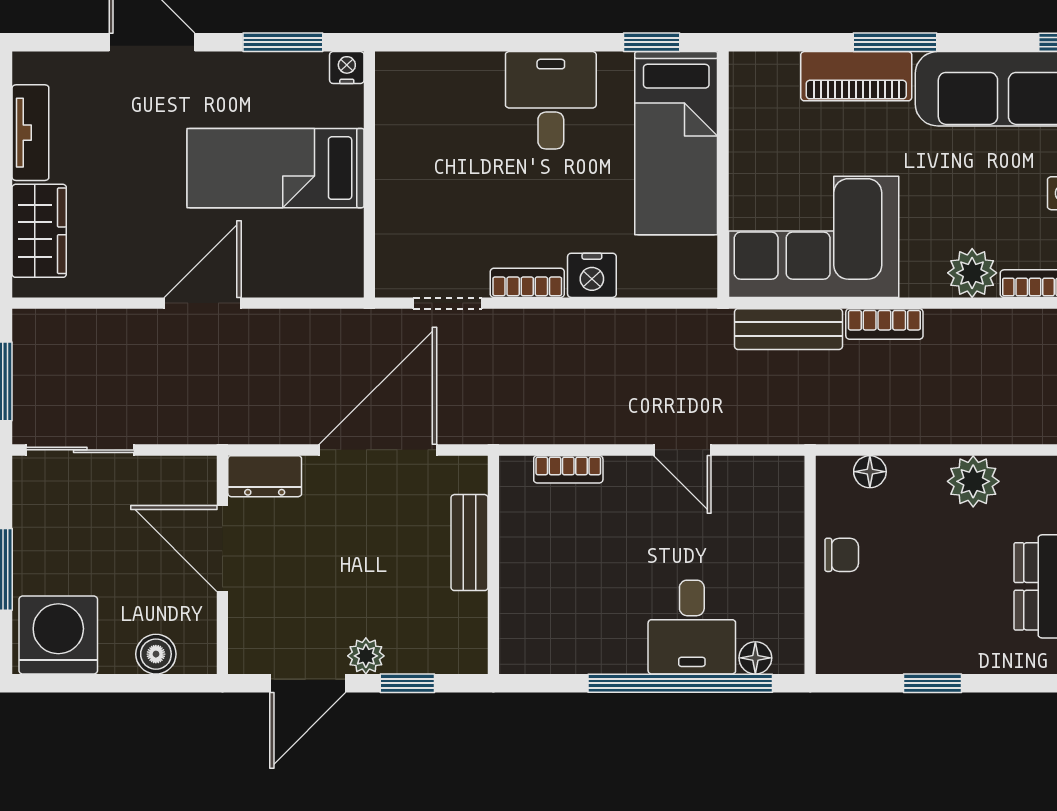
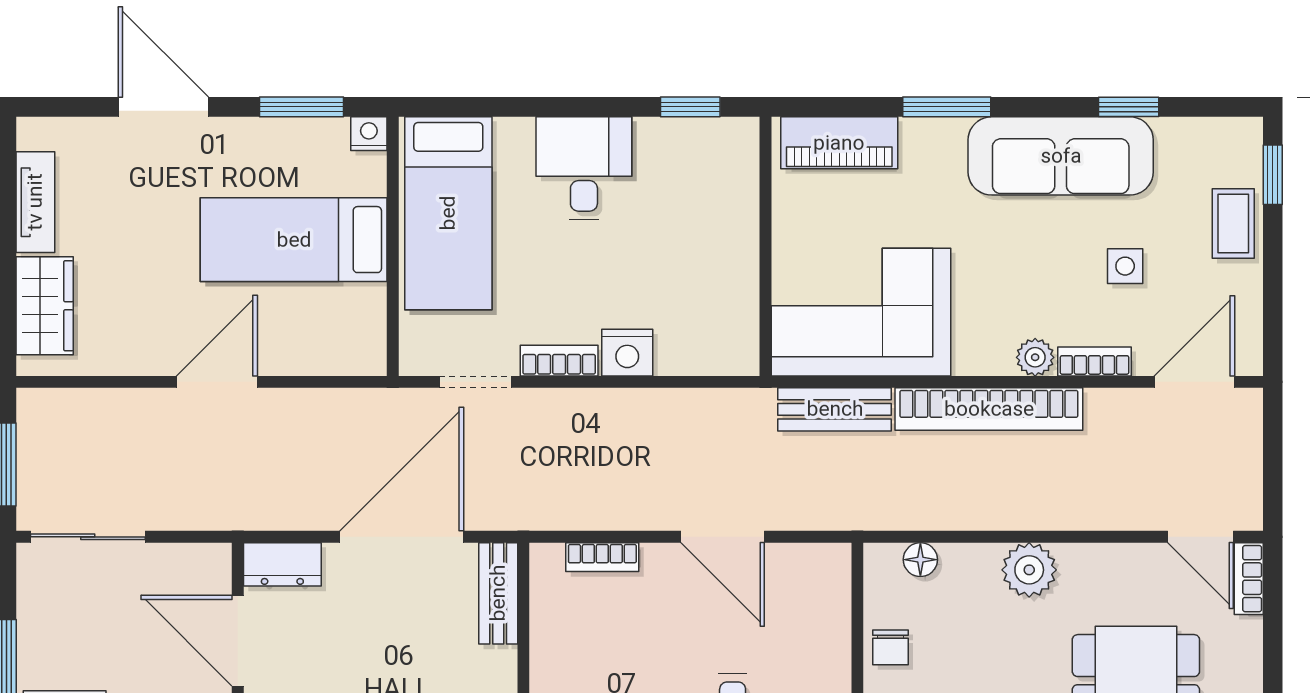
piano: (856, 76) -> (839, 143), moved
bed: (676, 143) -> (448, 213), moved
plant: (972, 273) -> (1035, 357), width x0.73, depth x0.73
bookcase: (884, 324) -> (989, 409), width x2.31, depth x1.31
door: (682, 450) -> (723, 537), width x1.38
bench: (469, 543) -> (498, 593), moved
chair: (842, 555) -> (891, 647), turned 90

